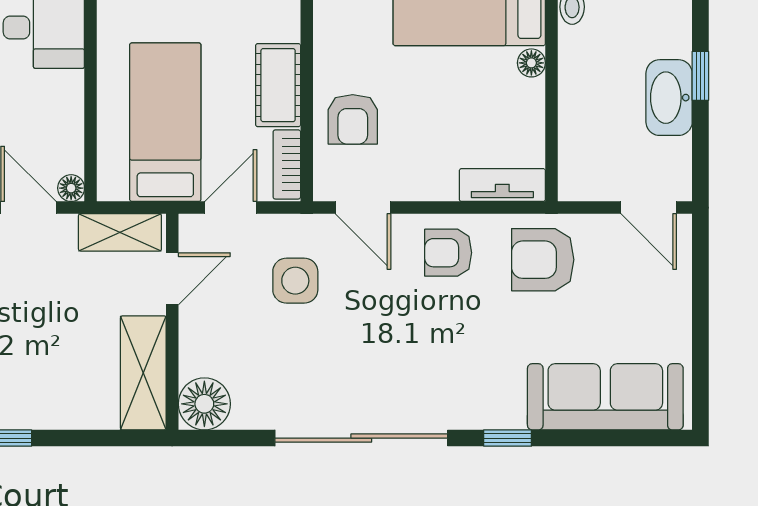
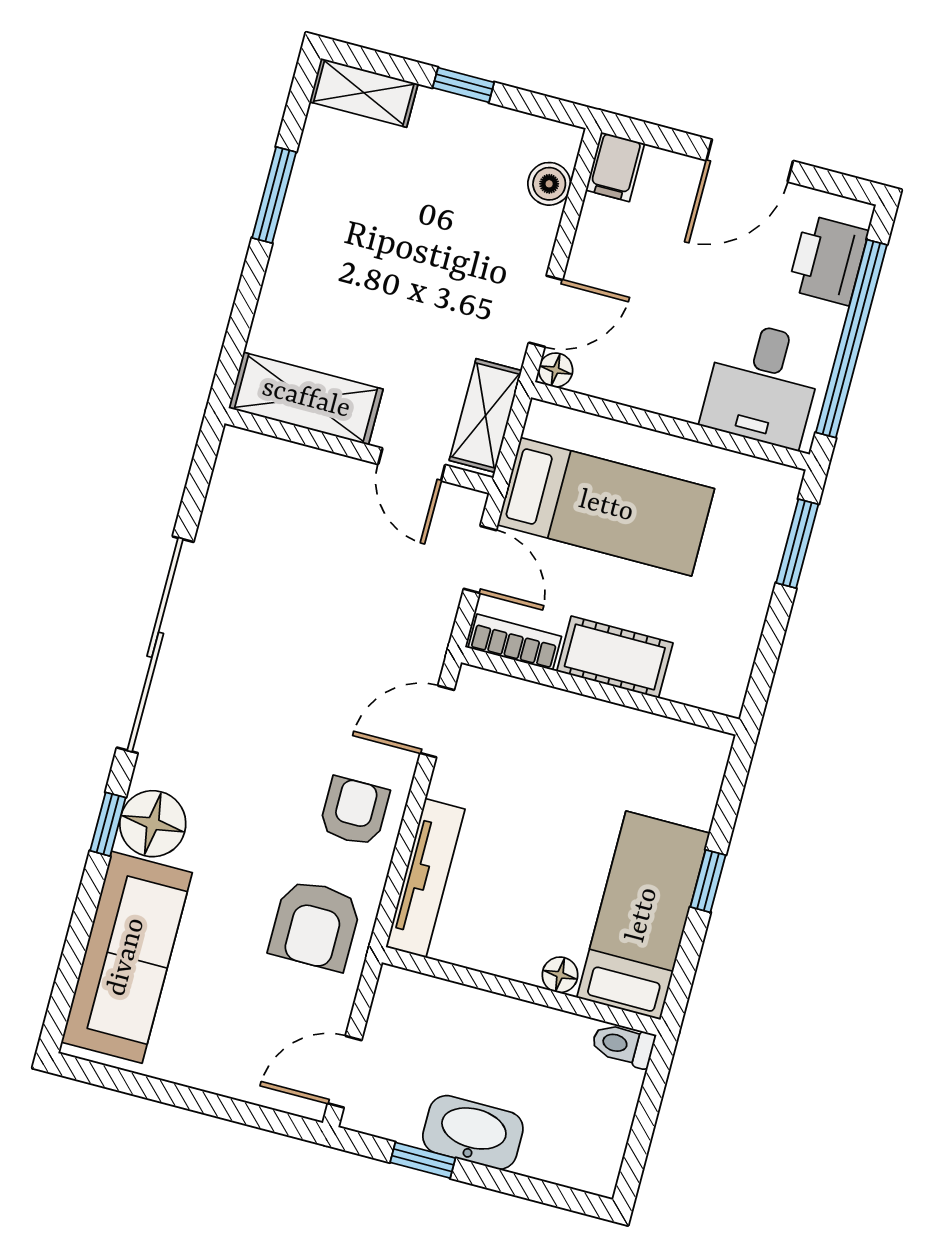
window: (700, 76) -> (423, 1160), moved
armchair: (353, 119) -> (549, 738), removed
tv unit: (502, 185) -> (425, 878), width x1.41
armchair: (543, 260) -> (315, 925), turned 180
side table: (295, 281) -> (370, 615), removed
floor lamp: (204, 404) -> (153, 824), moved

